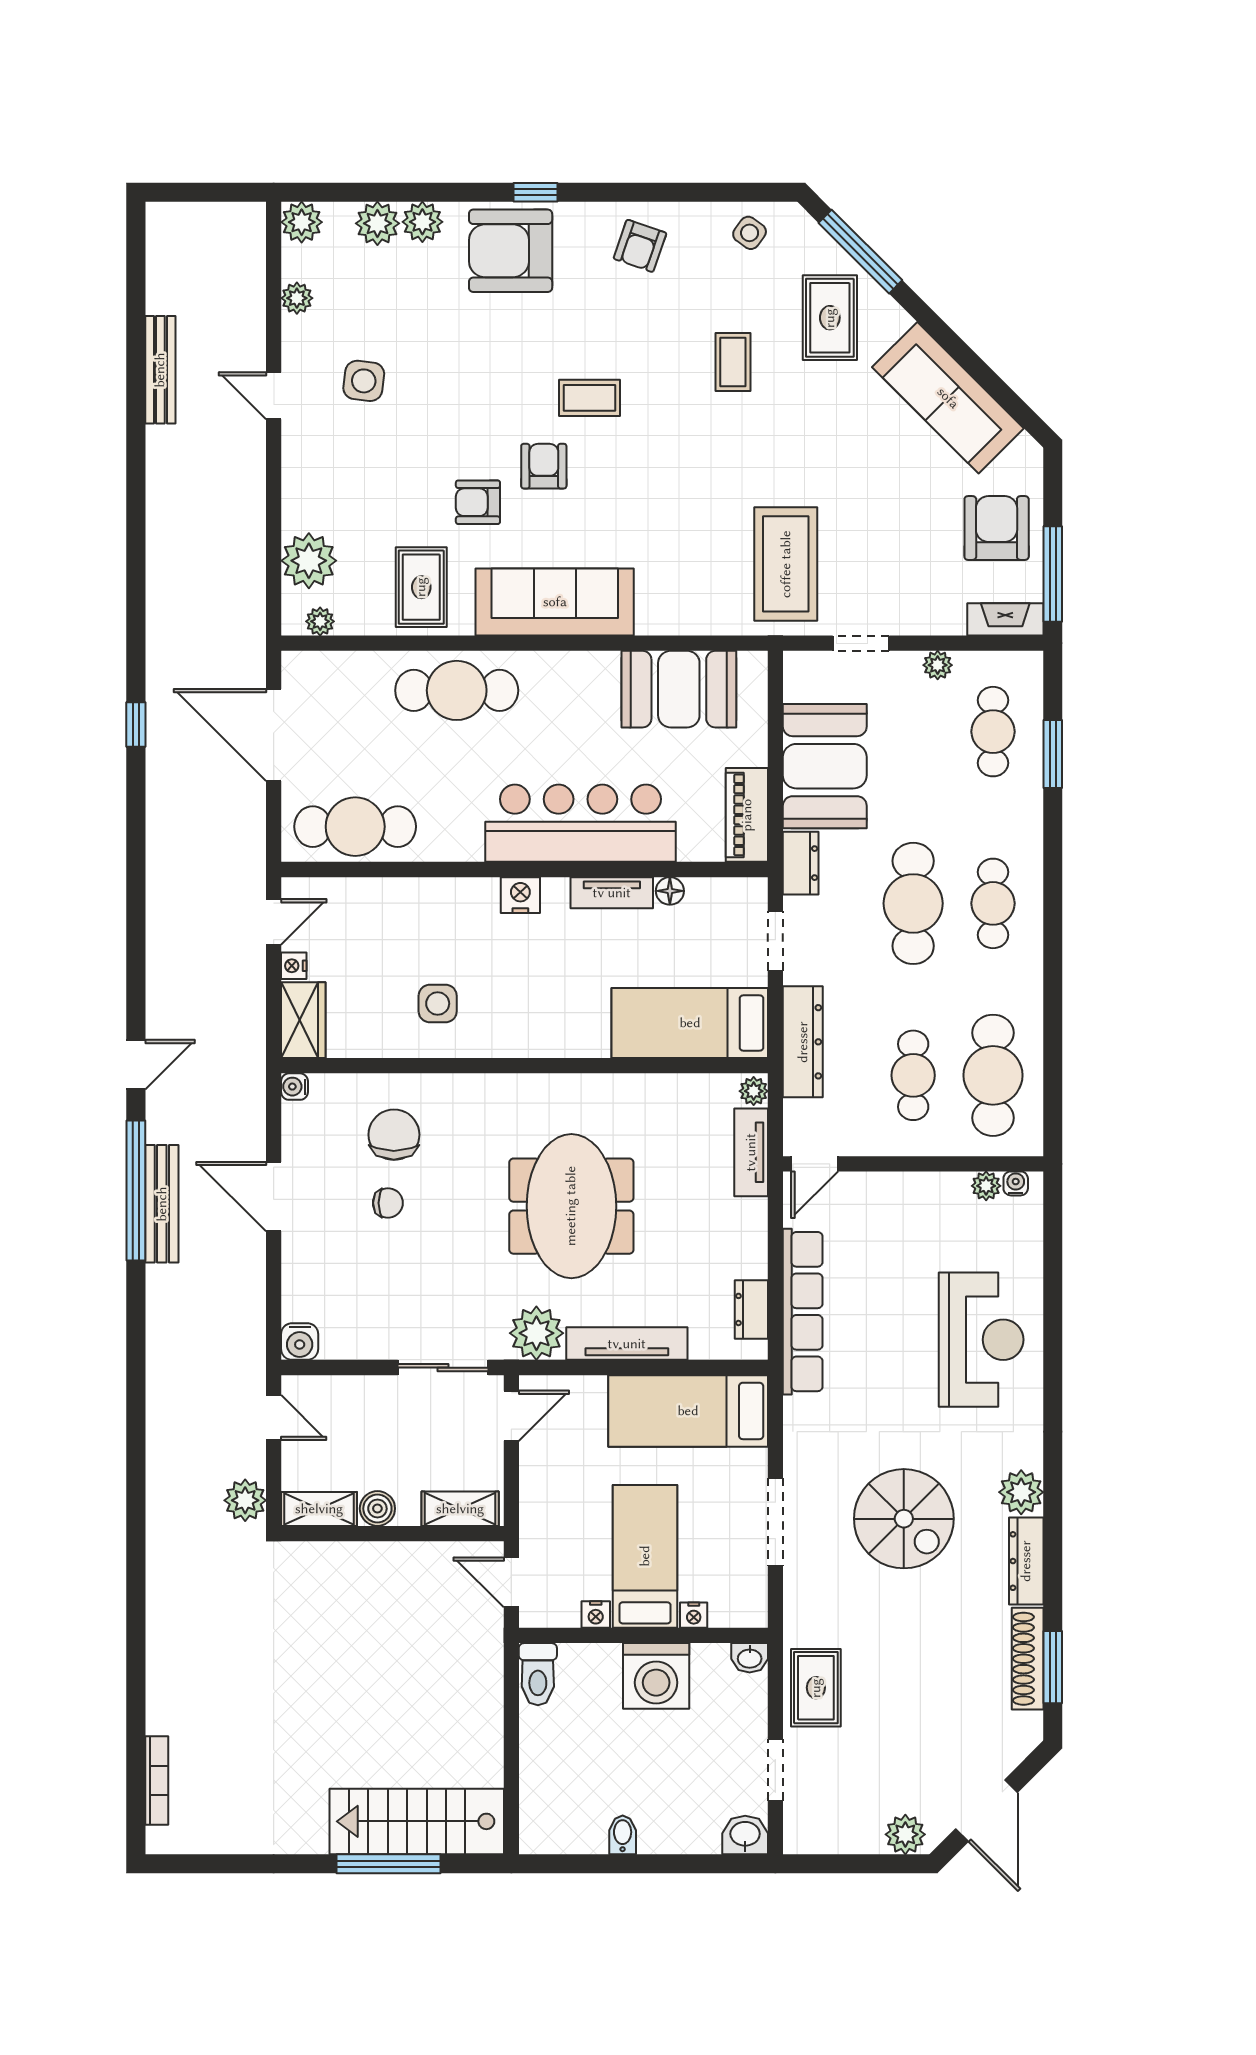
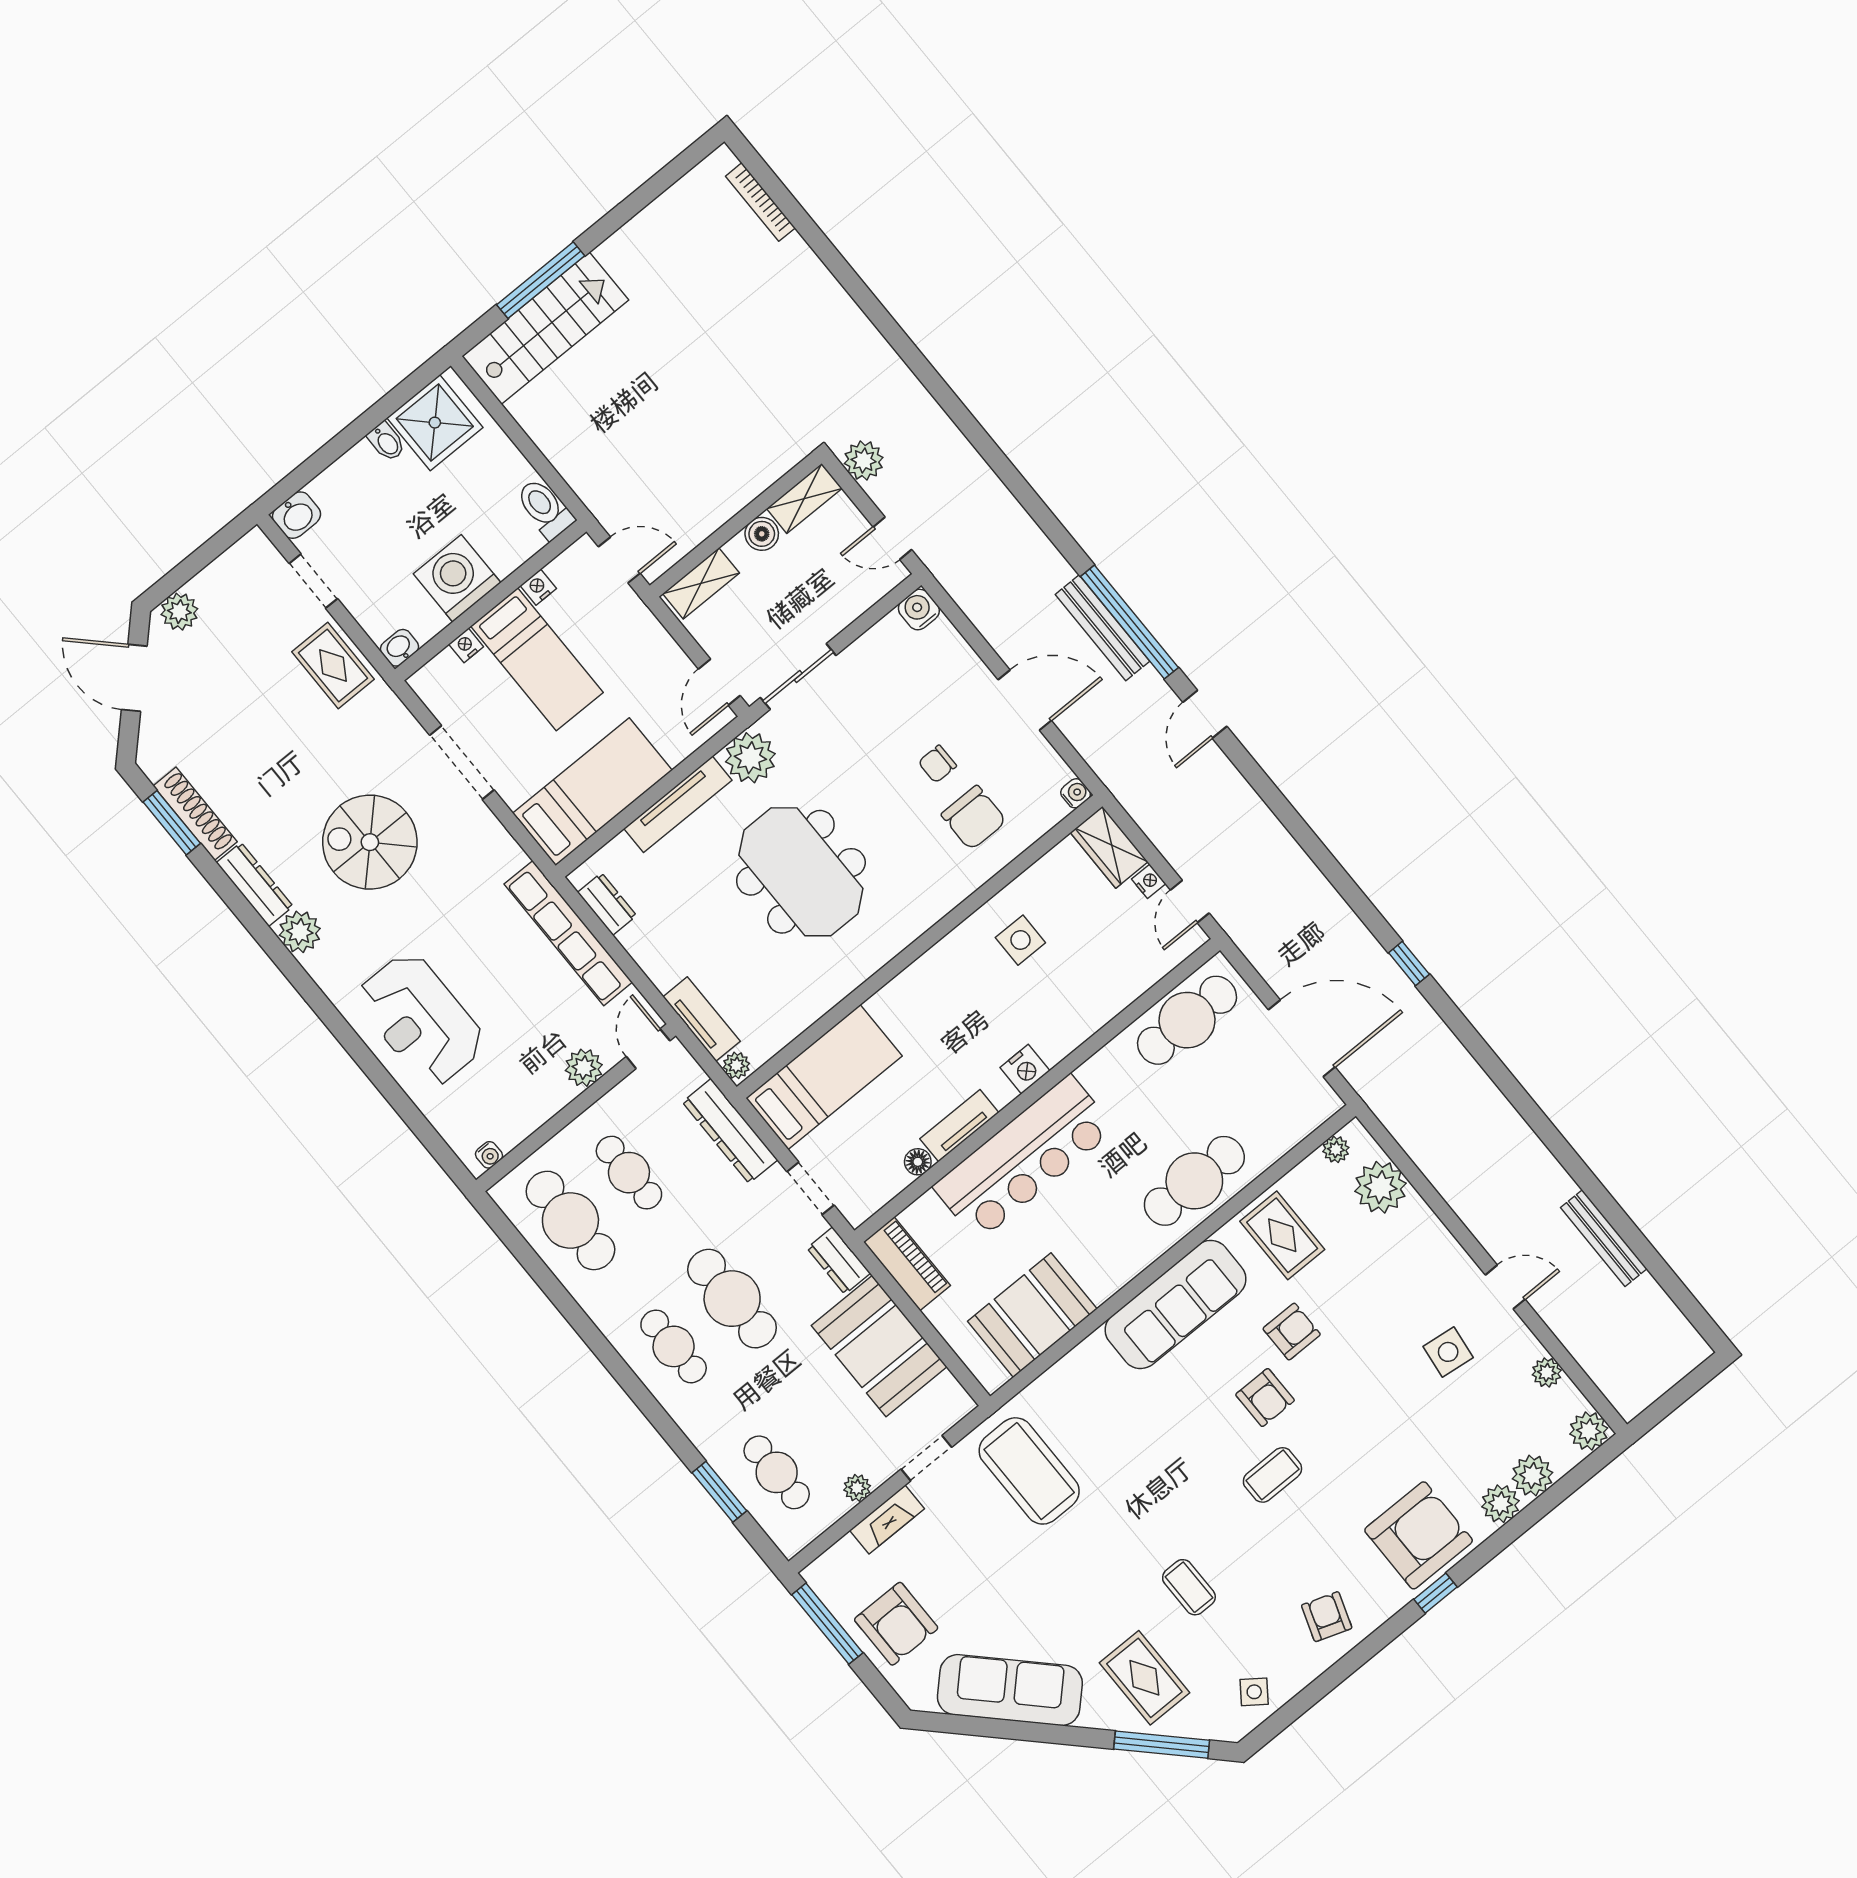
fireplace: (1005, 619) -> (887, 1519), moved
plant: (986, 1186) -> (584, 1068), moved, width x1.38, depth x1.38
shower: (570, 1818) -> (435, 423), added

